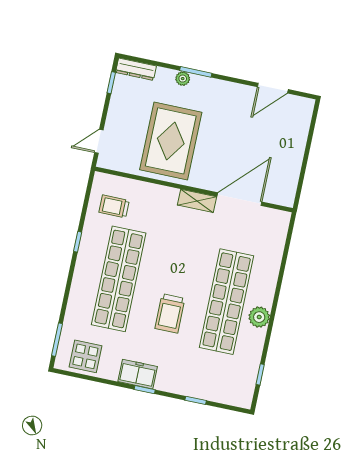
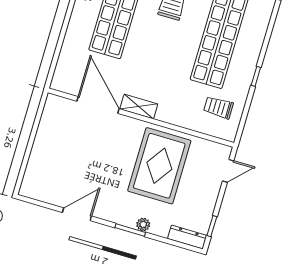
door: (273, 88) -> (77, 214), moved
door: (239, 199) -> (98, 105), swing flipped
trolley: (114, 206) -> (218, 107), turned 180

